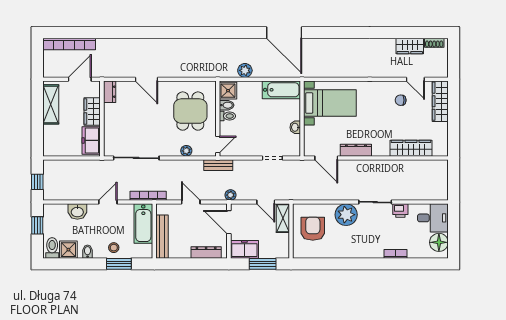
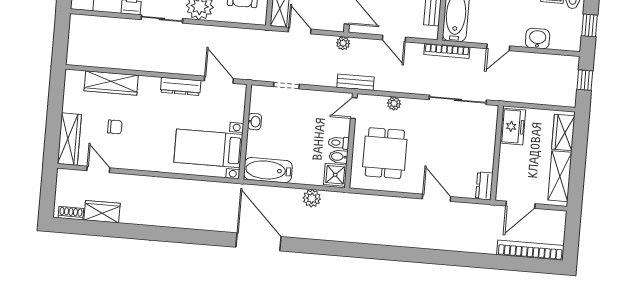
chair: (401, 100) -> (115, 127), moved
wardrobe: (92, 111) -> (563, 132), moved, turned 180

